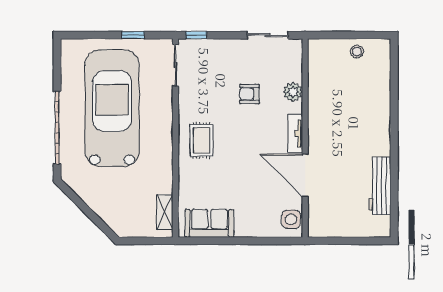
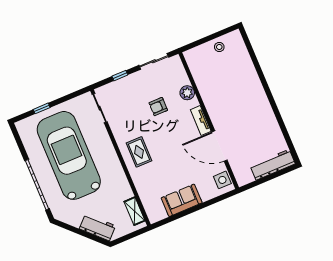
window: (133, 35) -> (42, 108), moved
window: (196, 35) -> (120, 76), moved
workbench: (380, 186) -> (273, 165), moved, turned 90
workbench: (110, 213) -> (97, 227), added
sofa: (209, 223) -> (182, 200), moved

